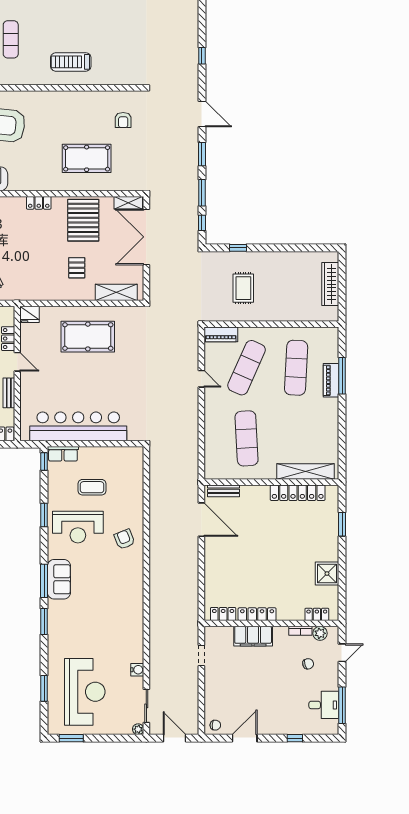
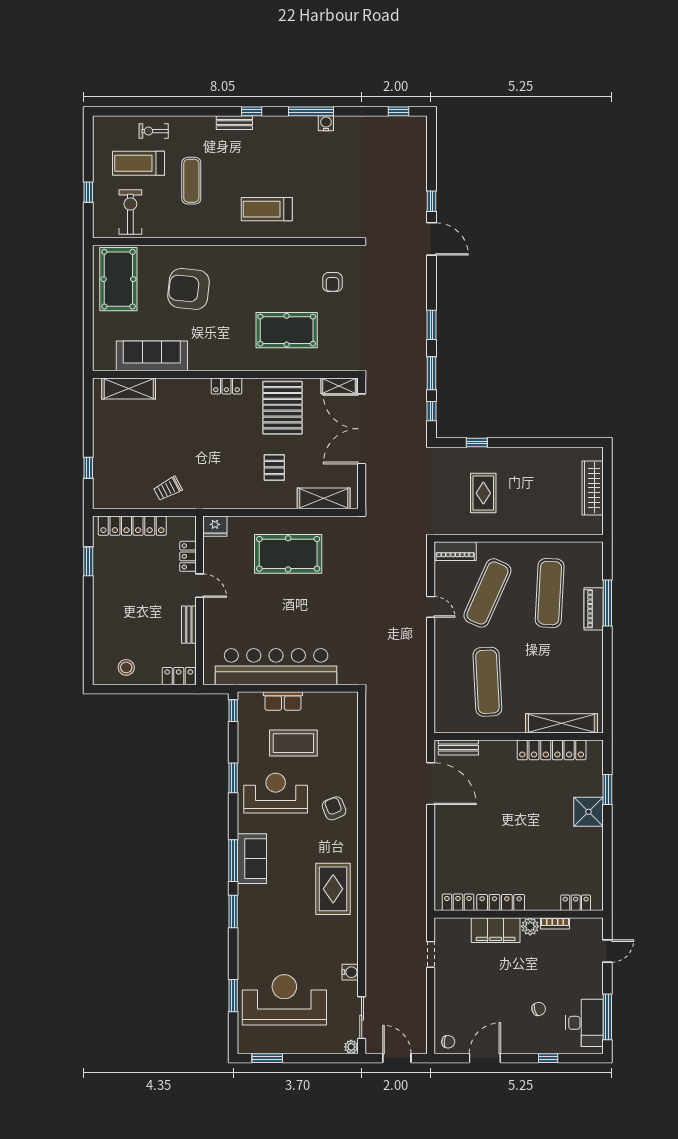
door: (202, 114) -> (431, 239), moved
row of seats: (63, 454) -> (283, 701), moved
coffee table: (92, 487) -> (293, 743), width x1.36, depth x1.32
reception desk: (78, 527) -> (276, 793), turned 180
shower: (327, 574) -> (588, 812), moved
rug: (124, 603) -> (333, 889), added
plant: (320, 633) -> (530, 926), moved
chair: (308, 664) -> (539, 1009), moved
reception desk: (85, 692) -> (284, 1000), turned -90
desk: (324, 705) -> (584, 1023), width x1.37

